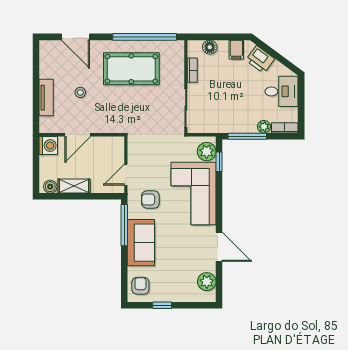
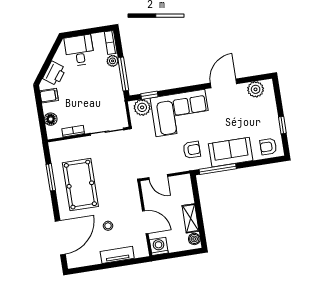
door: (75, 37) -> (60, 238), width x1.36
window: (145, 37) -> (51, 177), width x0.47
door: (126, 175) -> (158, 177), moved
armchair: (150, 200) -> (192, 150), turned -90

